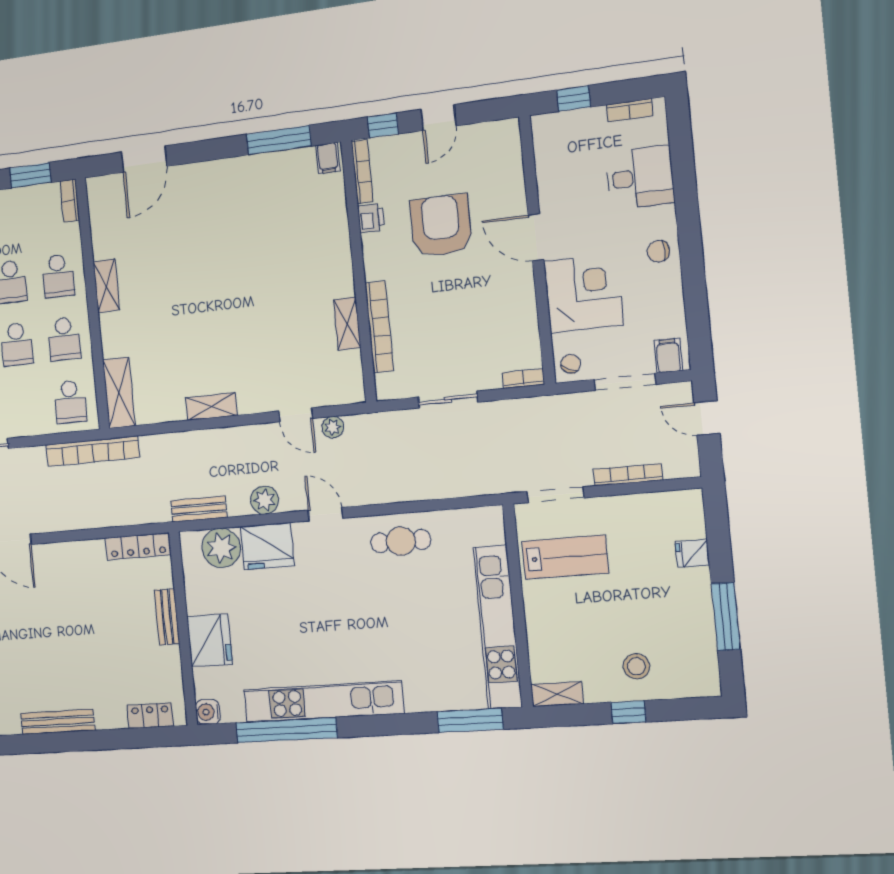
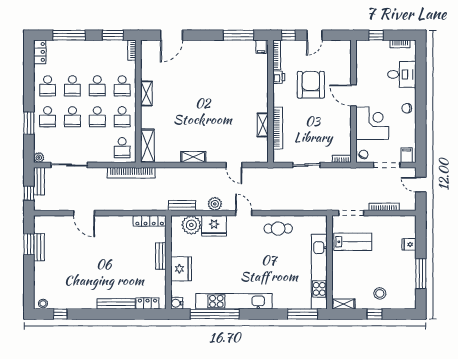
plant: (333, 427) -> (251, 173), removed
bench: (58, 722) -> (116, 304), moved

